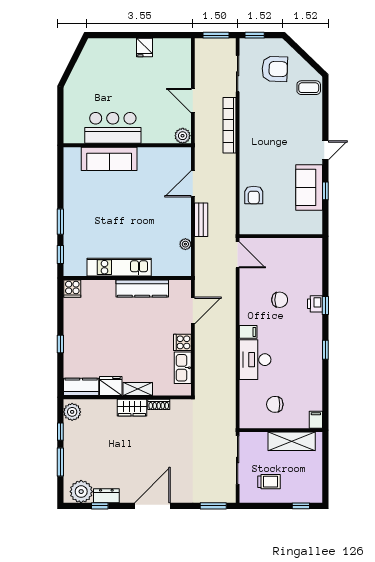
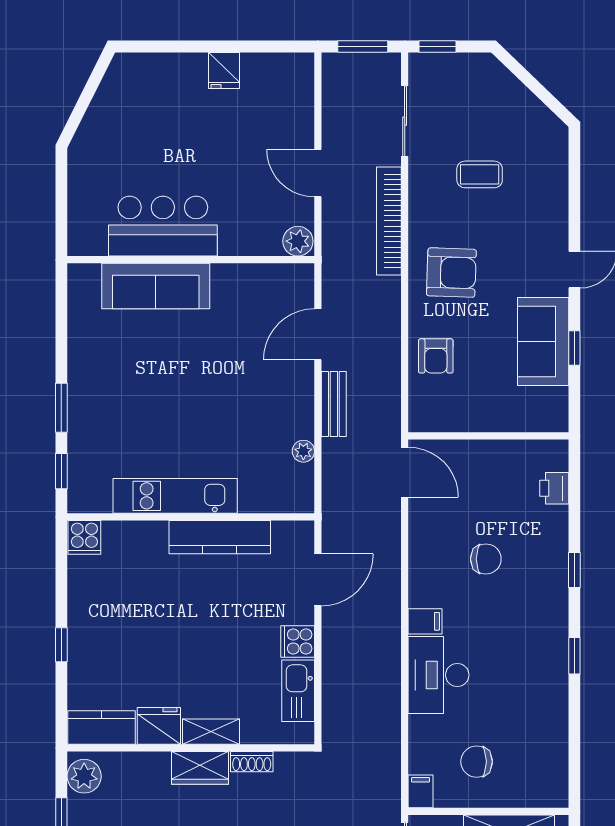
armchair: (275, 69) -> (451, 273), moved
coffee table: (309, 88) -> (480, 174), moved
printer: (315, 304) -> (554, 488), moved
filing cabinet: (316, 420) -> (421, 791), moved

